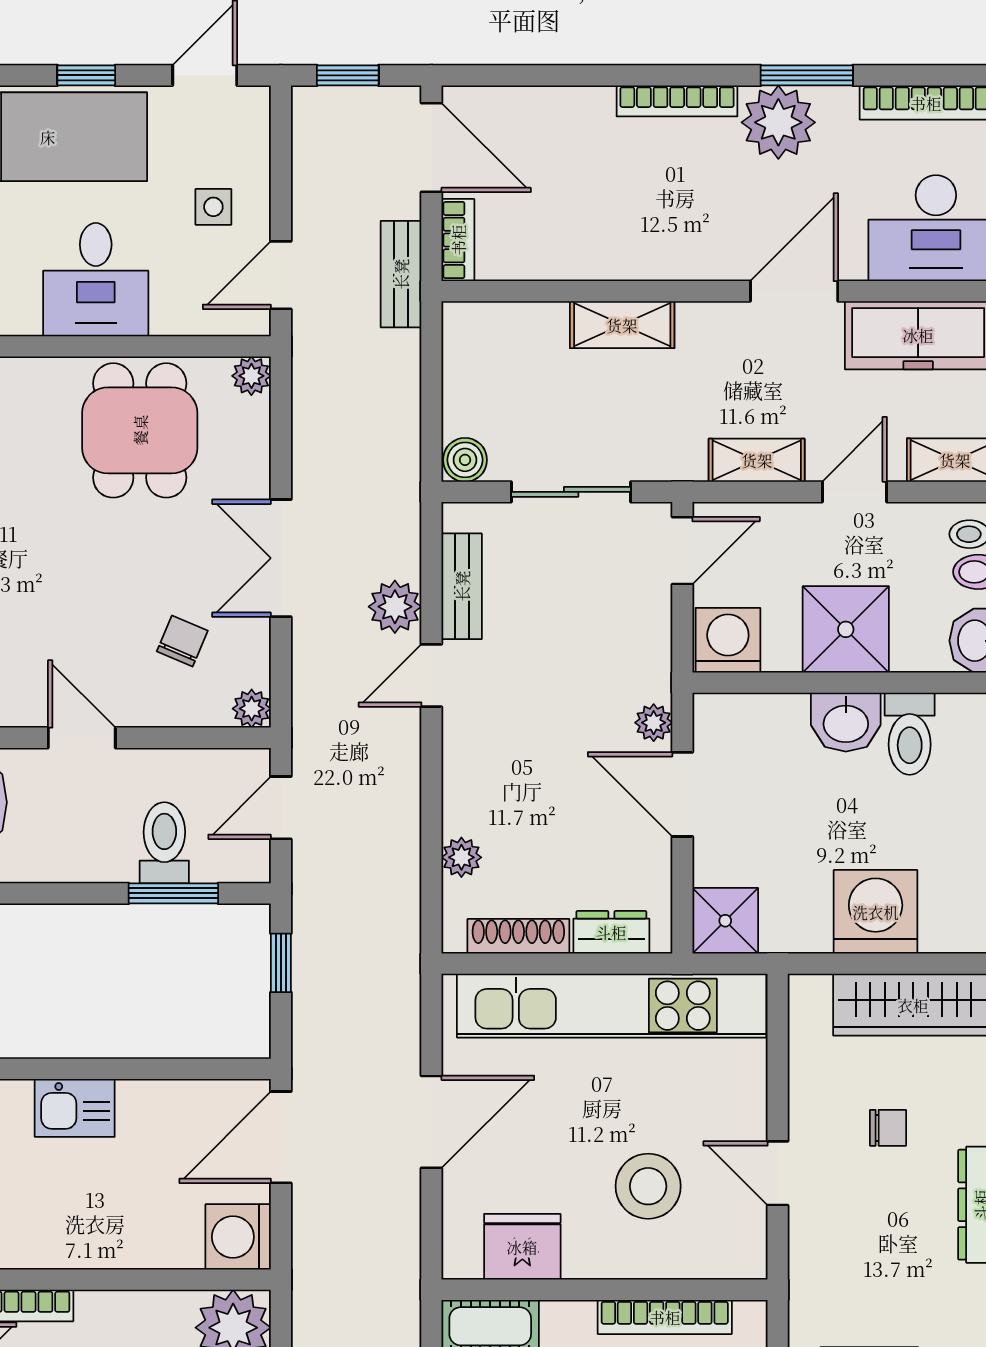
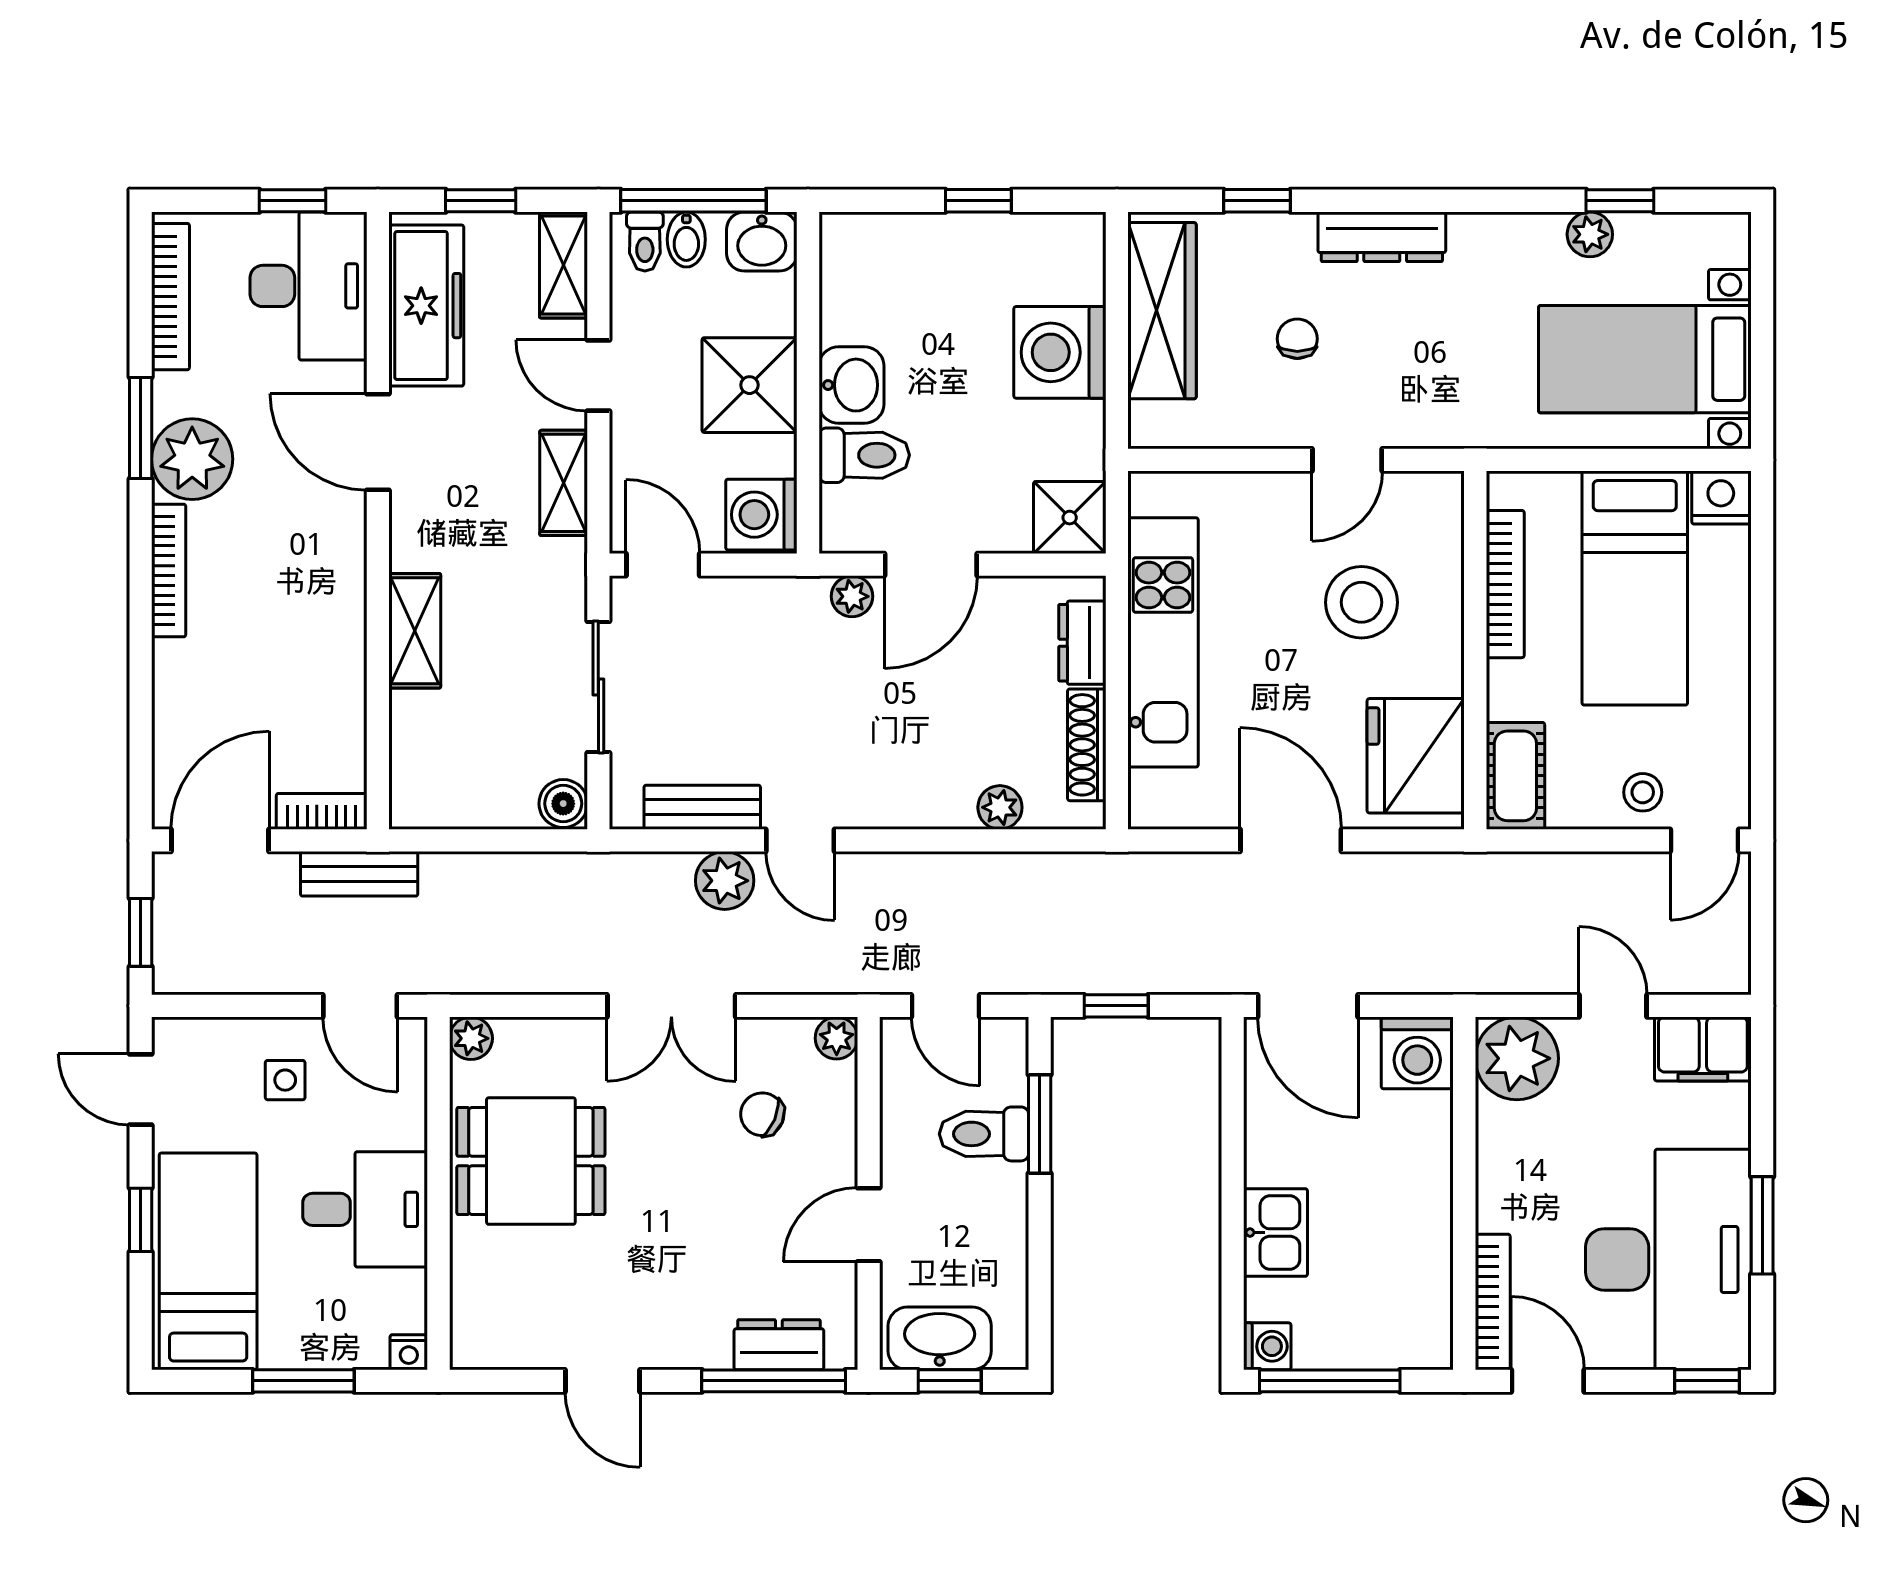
toilet: (910, 734) -> (864, 455), moved
kitchen unit: (612, 1006) -> (1163, 642), width x0.73
fridge: (522, 1247) -> (1416, 756), width x1.36, depth x1.34

